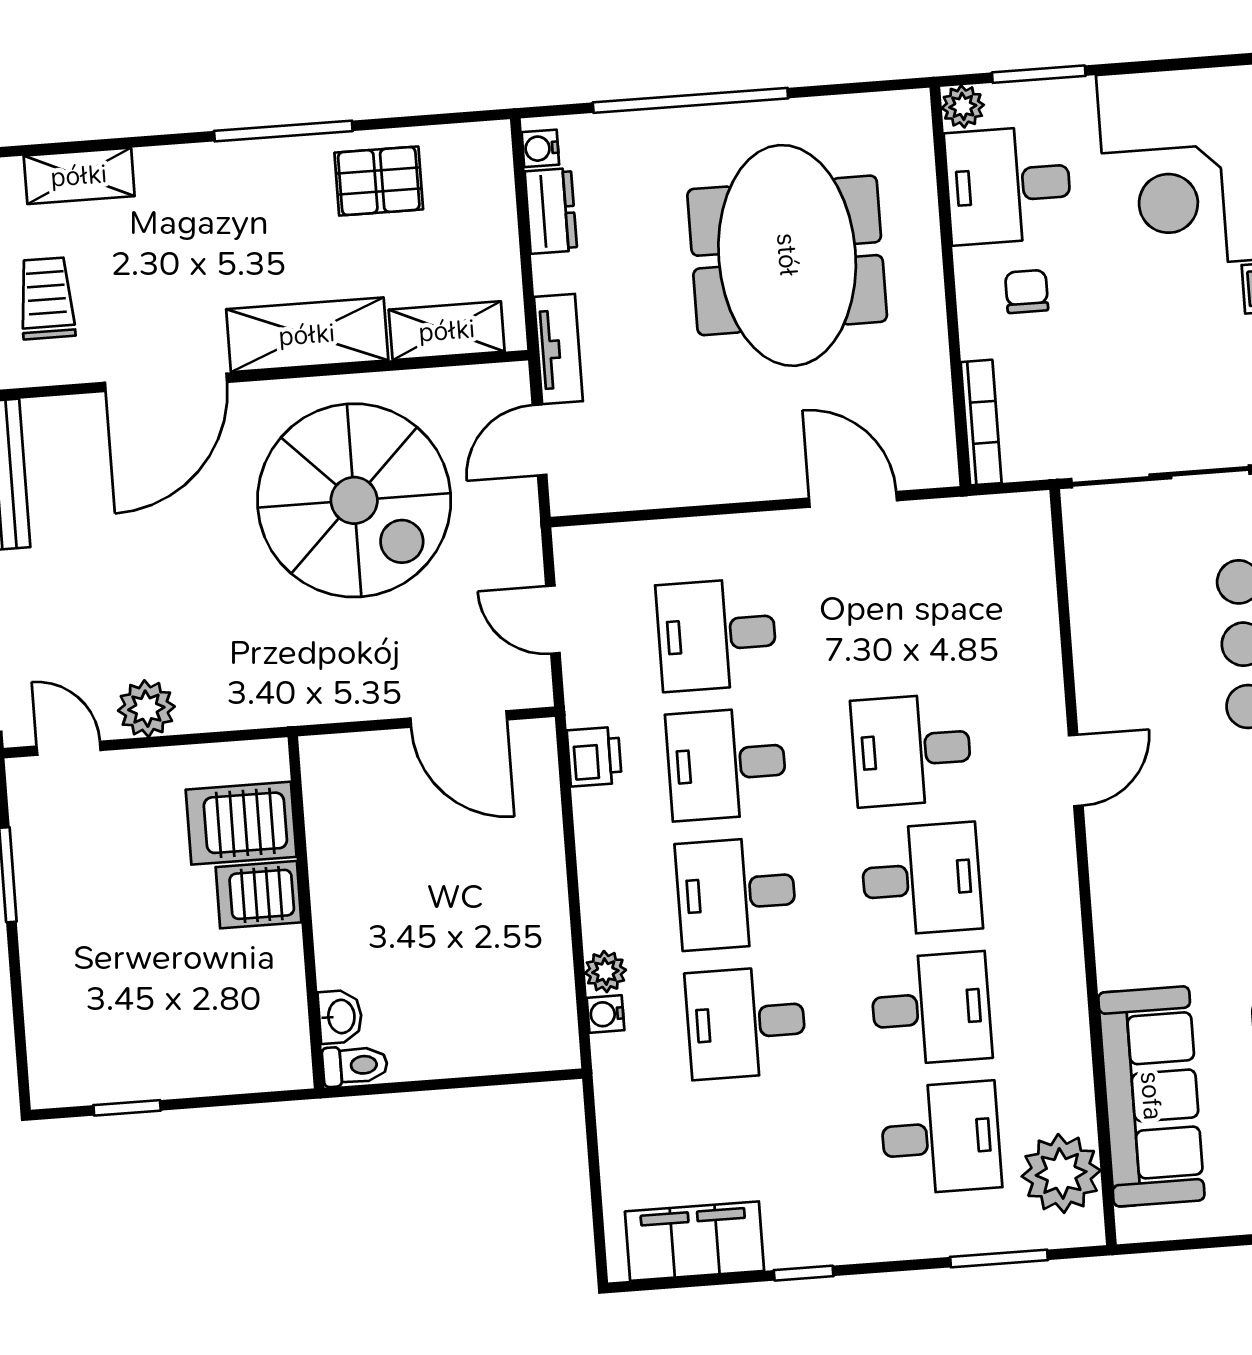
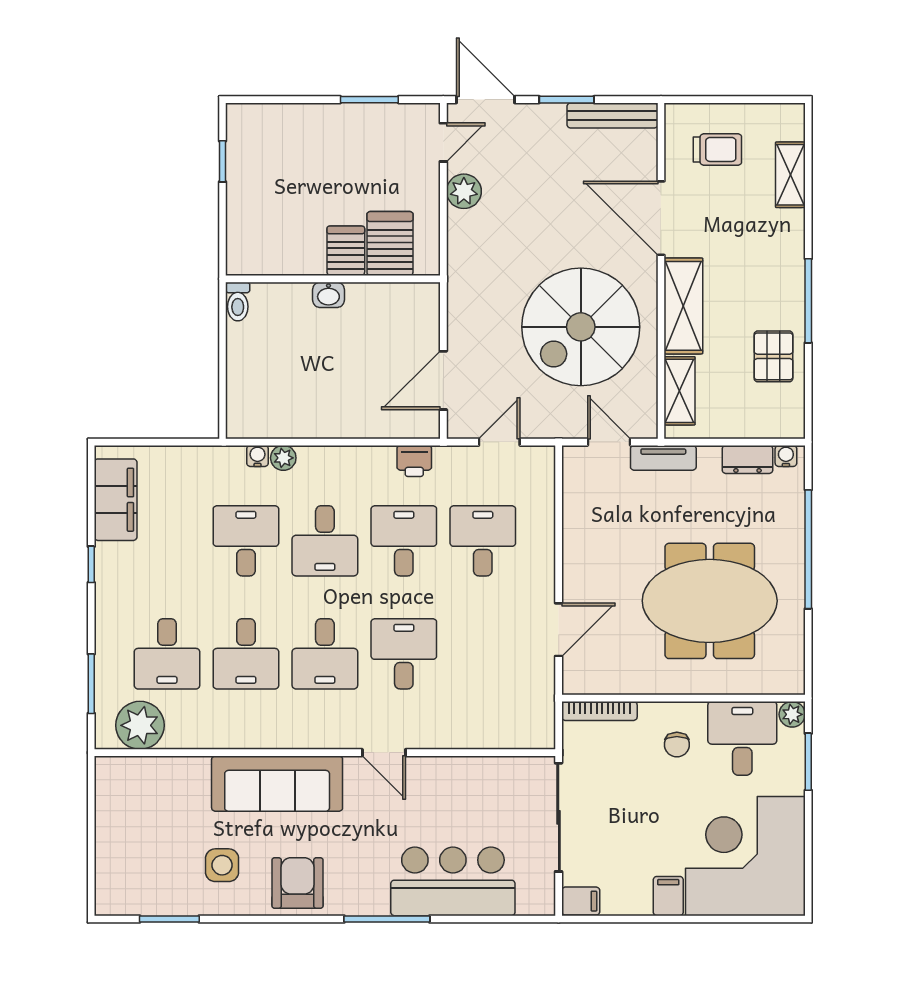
chair: (1027, 291) -> (677, 745), turned 90
desk: (736, 893) -> (325, 541), turned 180
washbasin: (340, 1017) -> (328, 295), moved
sofa: (1151, 1096) -> (277, 784), moved

